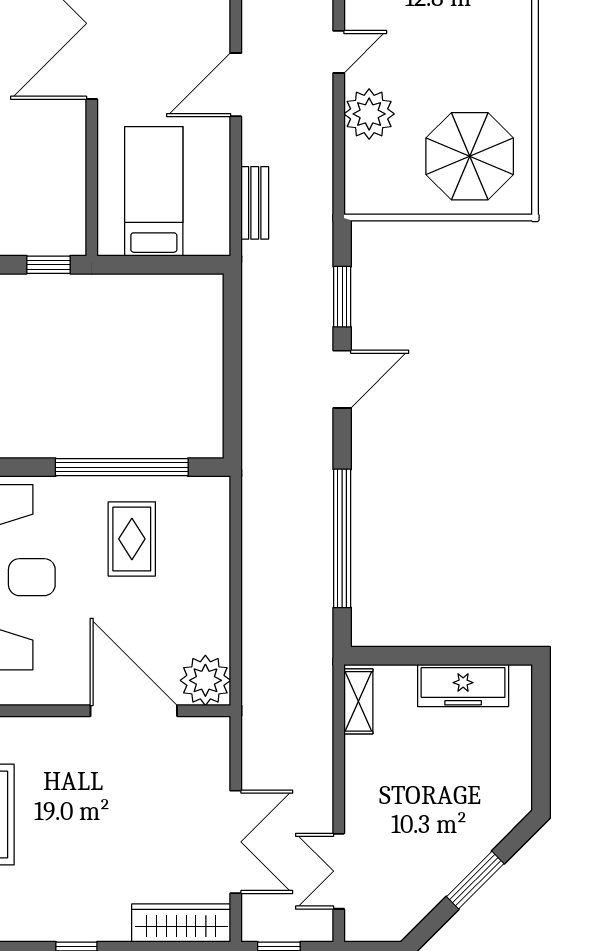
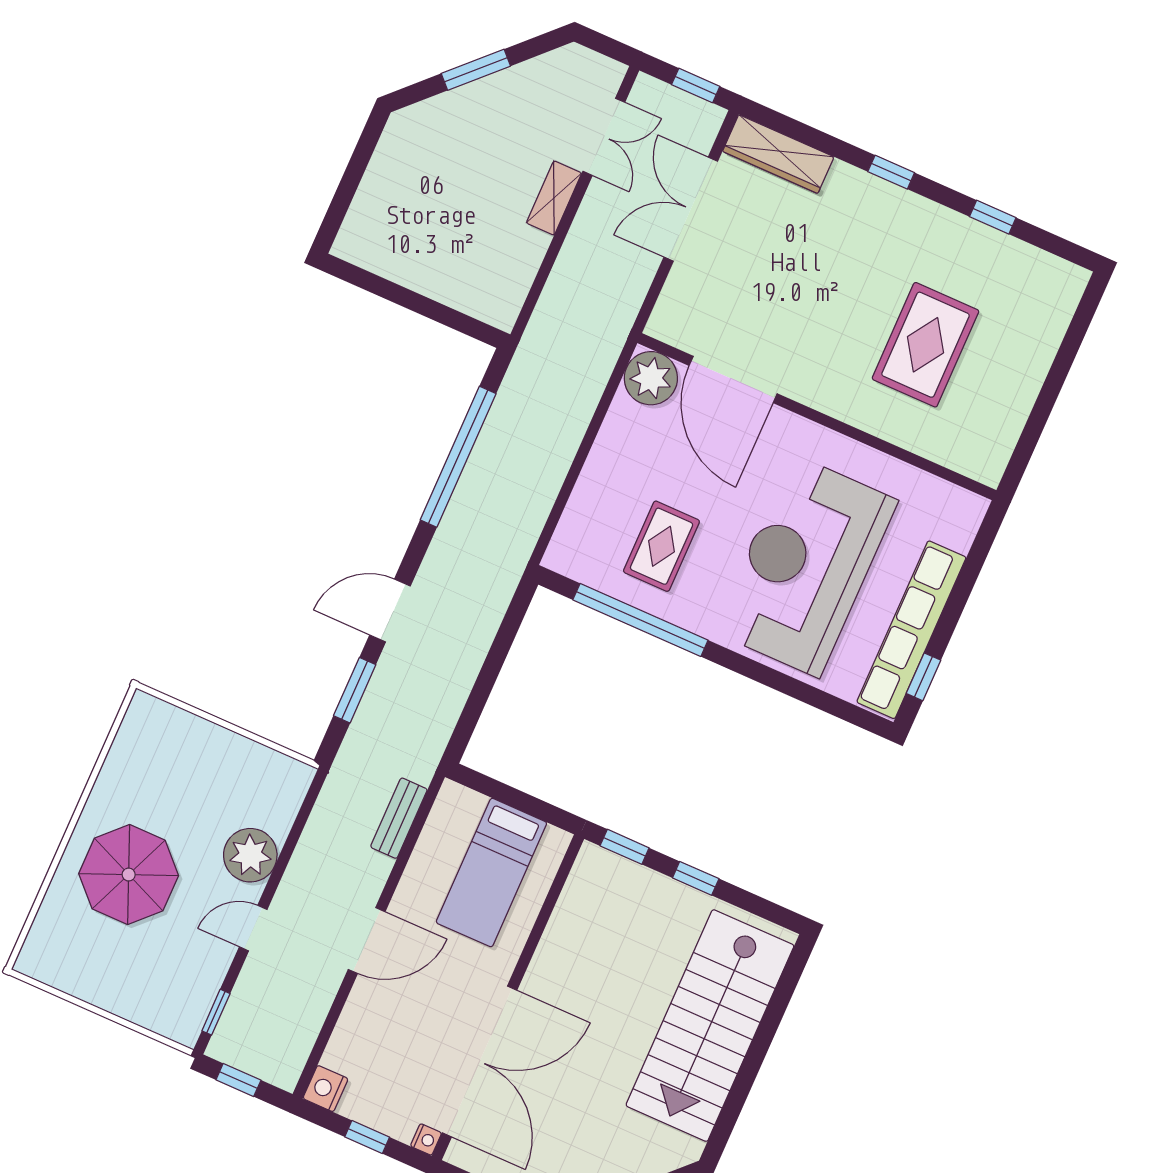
parasol: (470, 156) -> (129, 875), moved
freezer: (463, 685) -> (404, 263), removed
shelving: (358, 701) -> (554, 198), moved

